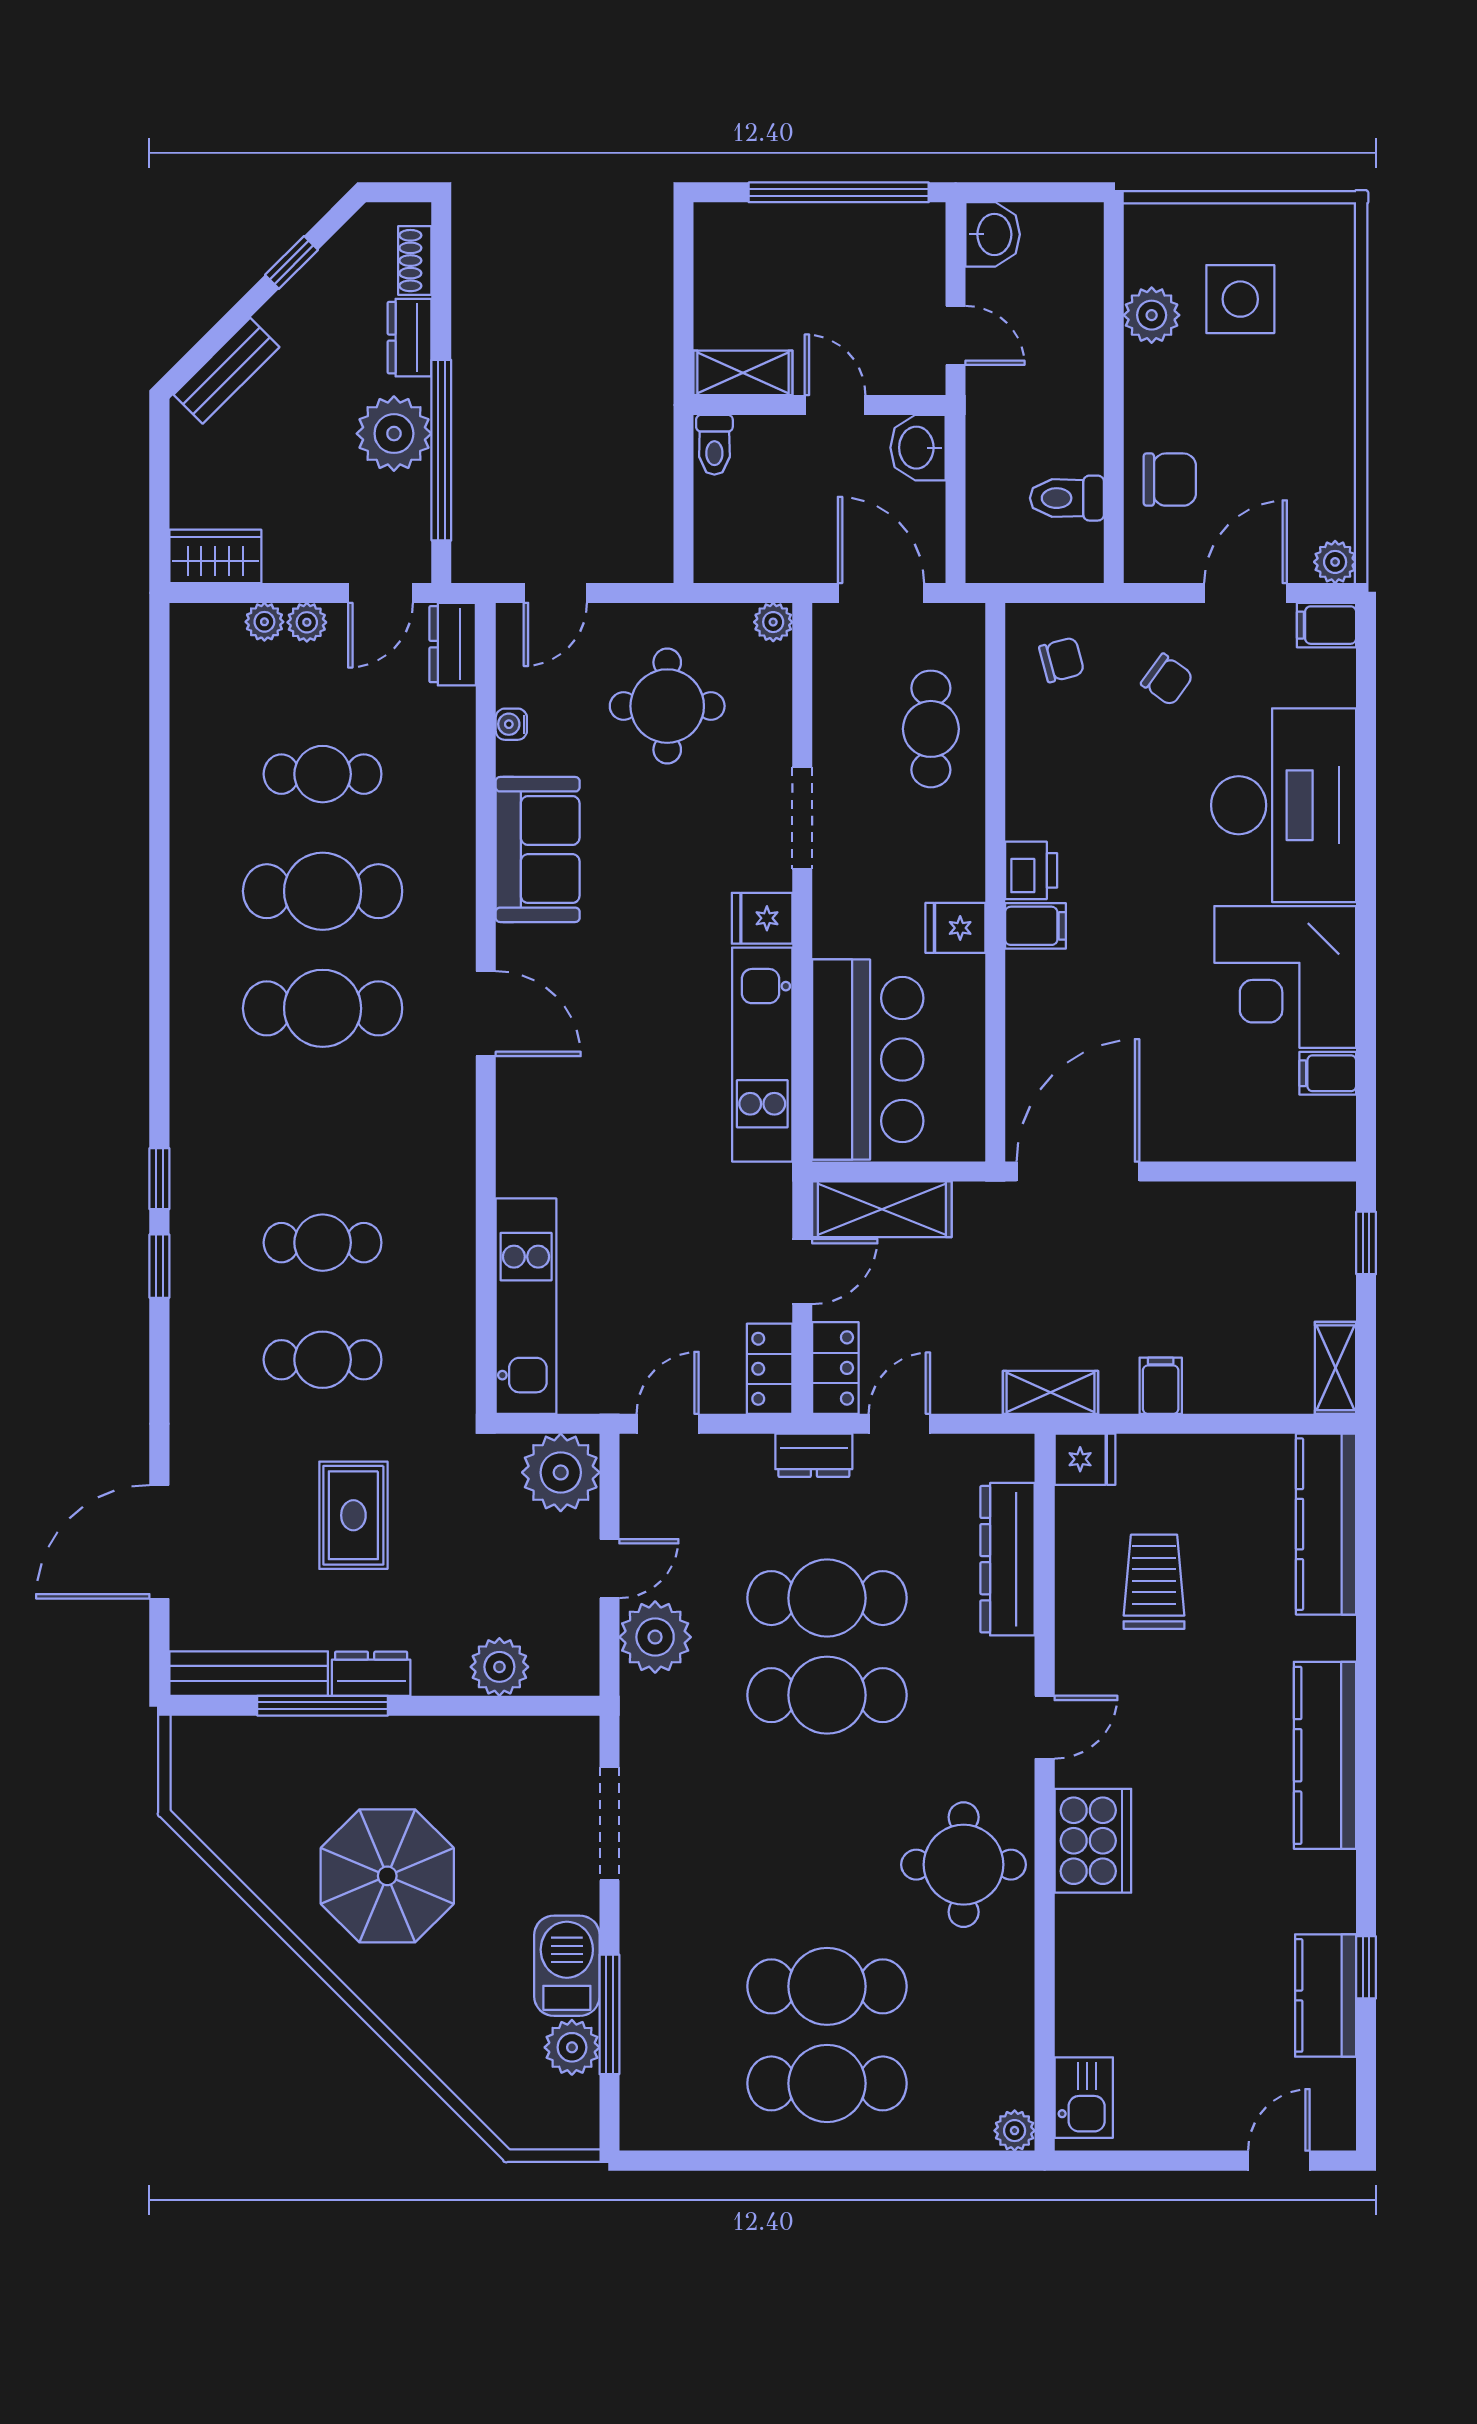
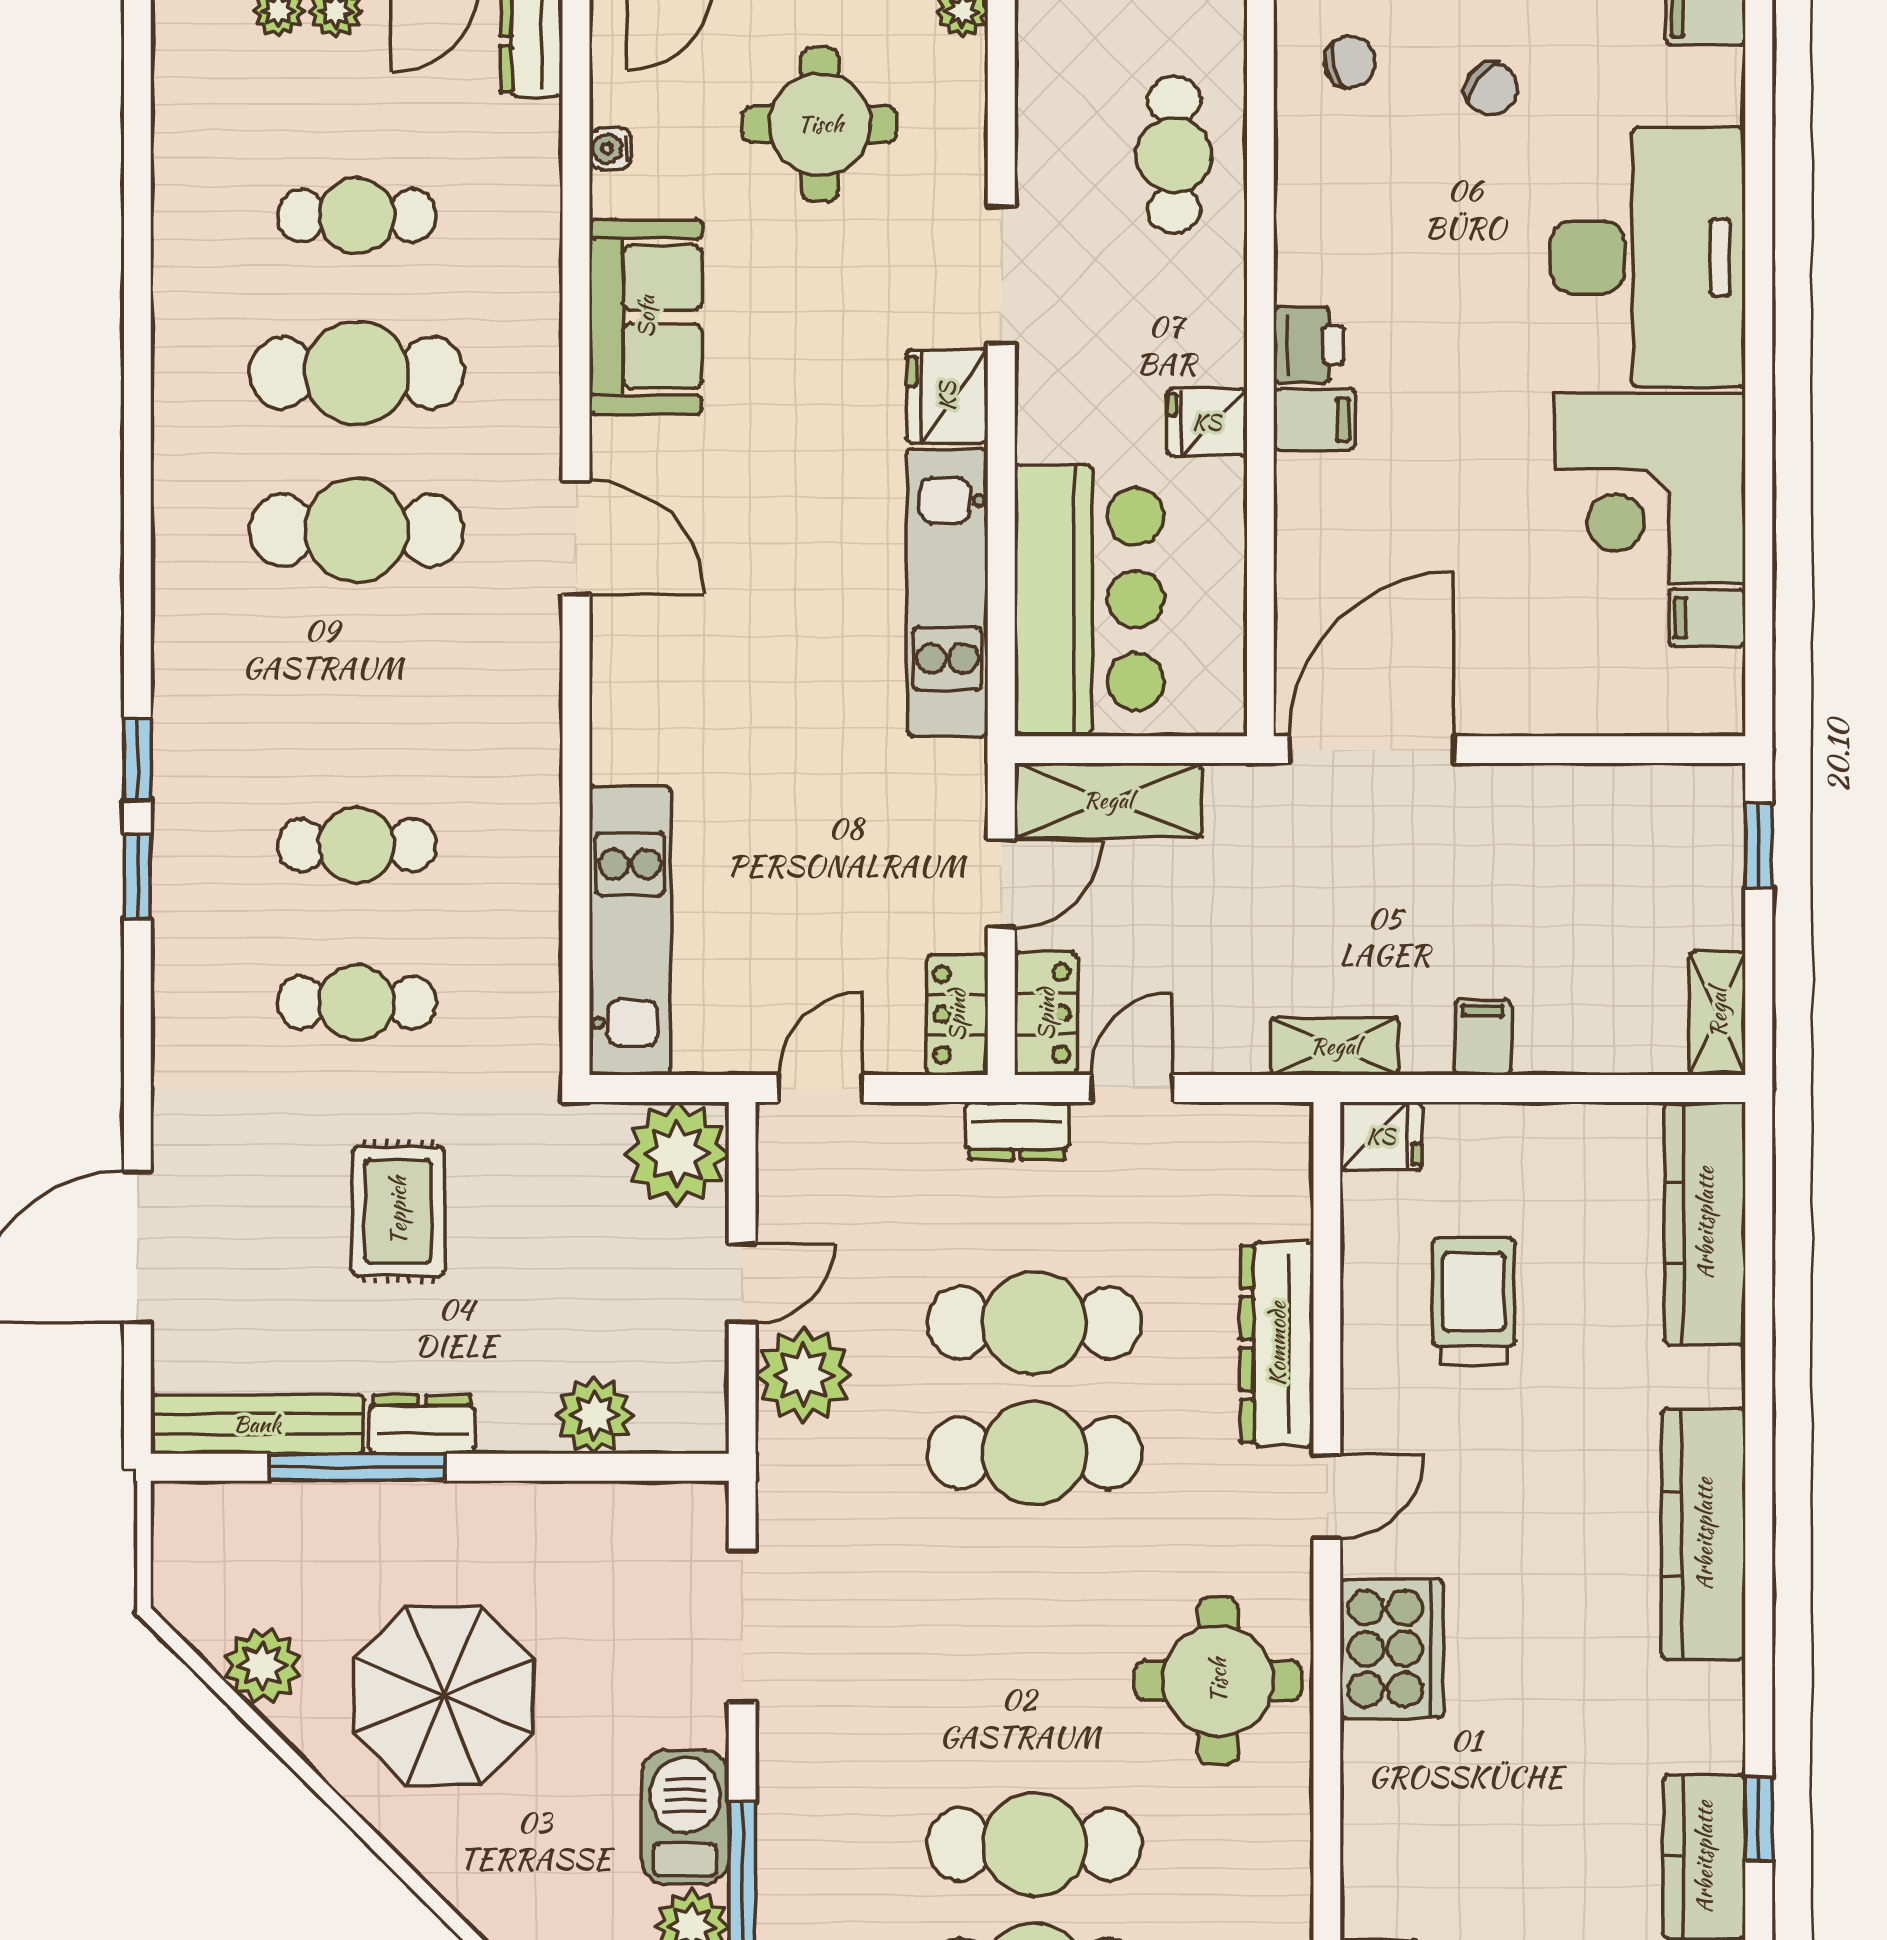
fridge: (762, 918) -> (947, 396), width x1.38
dresser: (1008, 1559) -> (1277, 1344), moved
plant: (253, 1853) -> (263, 1666), added

